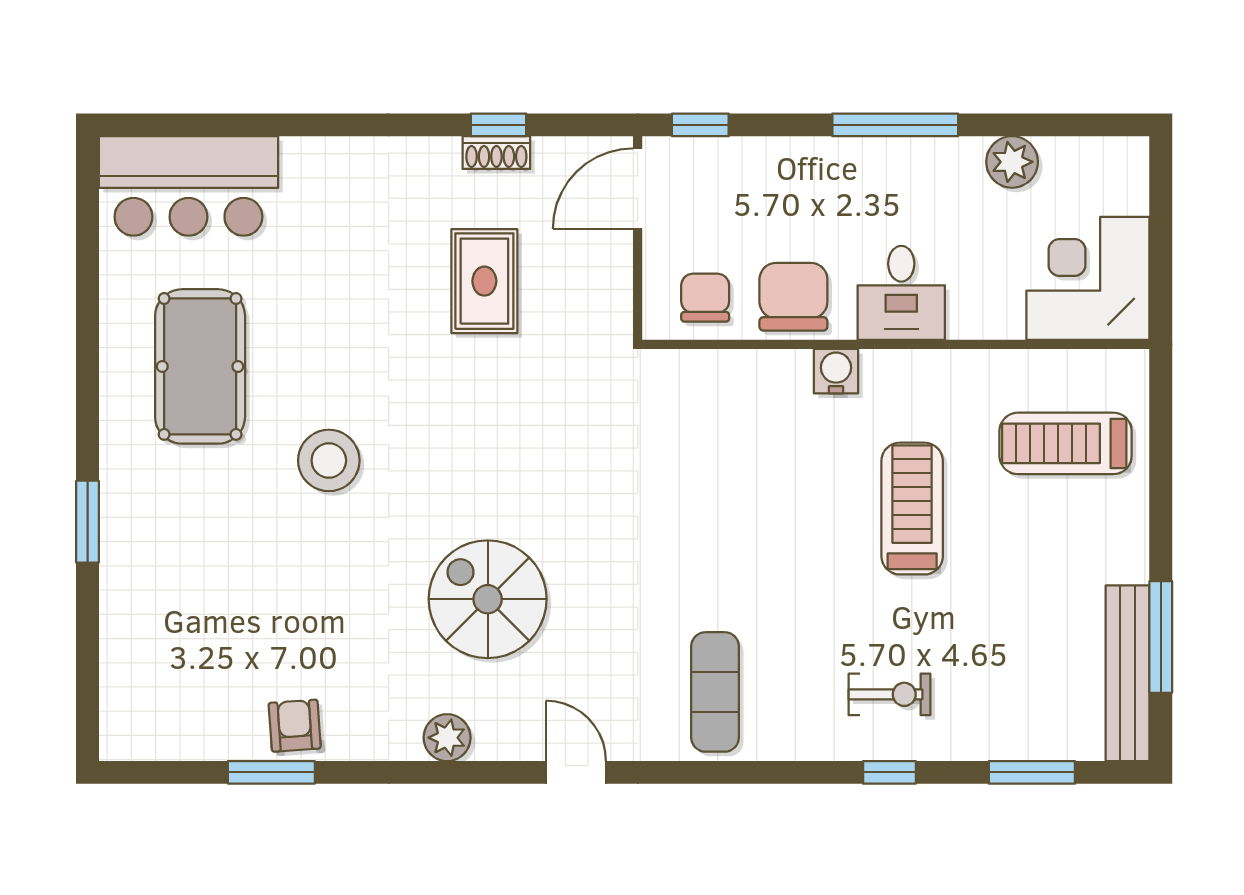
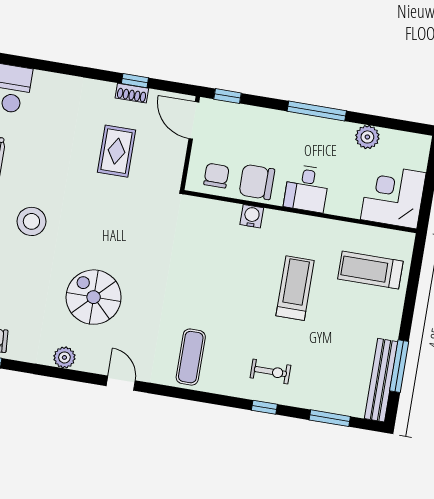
door: (638, 189) -> (194, 120), hinge flipped
chair: (793, 297) -> (257, 182), turned -90
water cooler: (836, 371) -> (252, 216), moved

